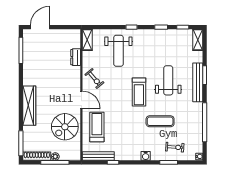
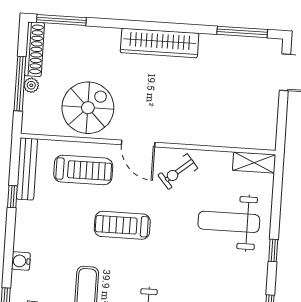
dresser: (76, 57) -> (222, 138), removed
treadmill: (139, 92) -> (122, 225), moved
door: (81, 100) -> (138, 143), hinge flipped
wardrobe: (29, 106) -> (160, 43), moved
spiral stairs: (65, 127) -> (88, 108), turned 90

